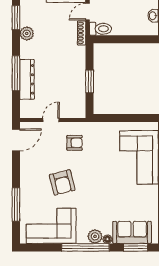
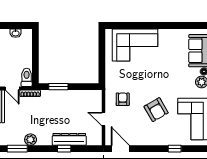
window: (16, 73) -> (64, 149), width x0.46
window: (90, 81) -> (58, 87), moved
armchair: (62, 182) -> (156, 110), turned 74
window: (16, 204) -> (175, 149), width x0.46

